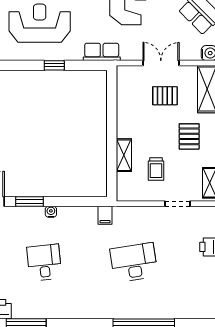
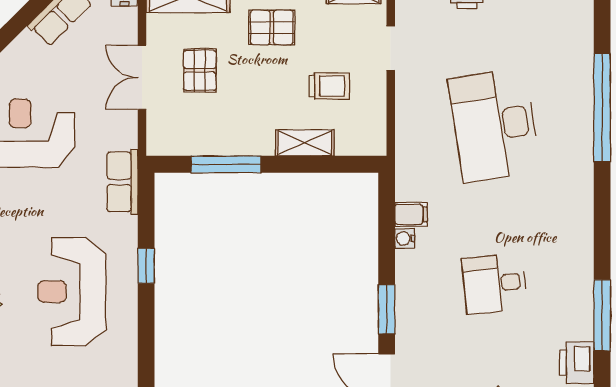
window: (112, 111) -> (226, 164), added
water cooler: (51, 212) -> (405, 239), moved
filing cabinet: (105, 215) -> (411, 214), moved
desk: (134, 263) -> (494, 125), width x1.36, depth x1.30

